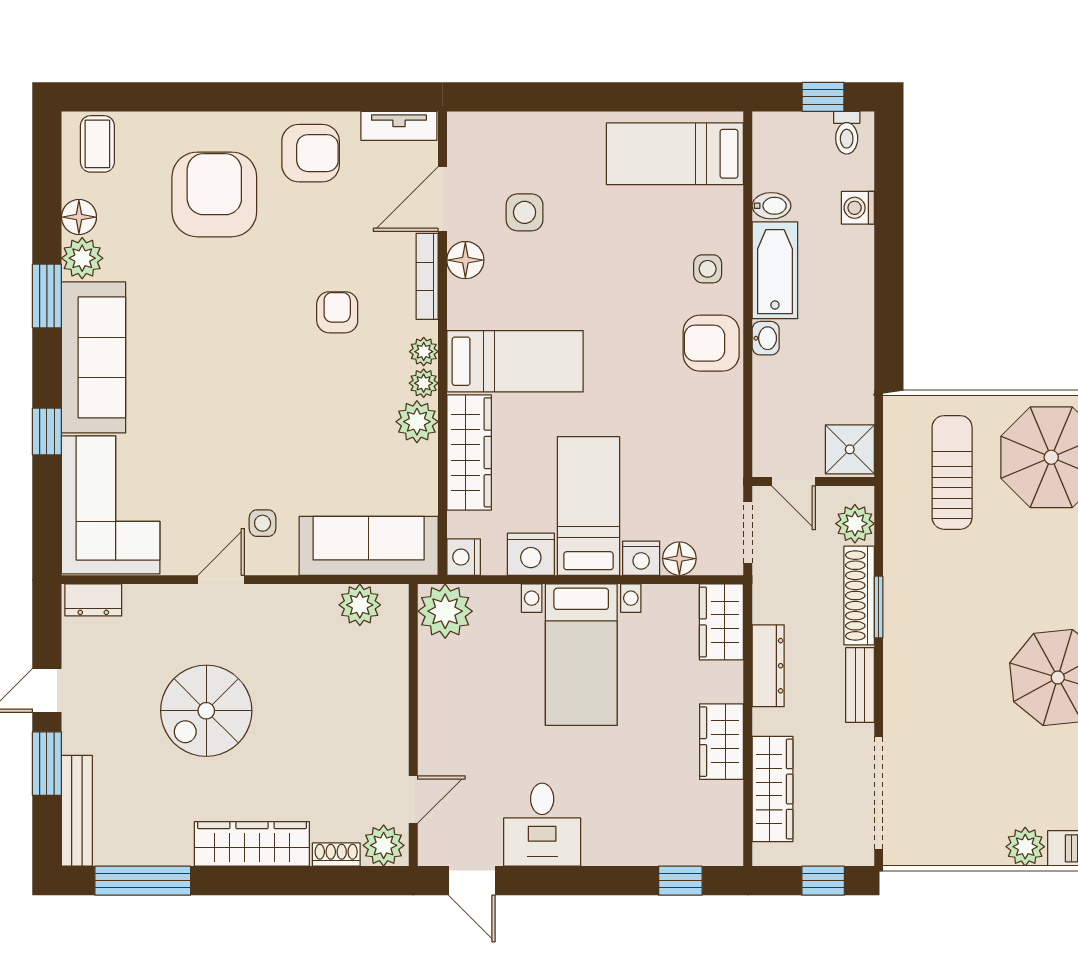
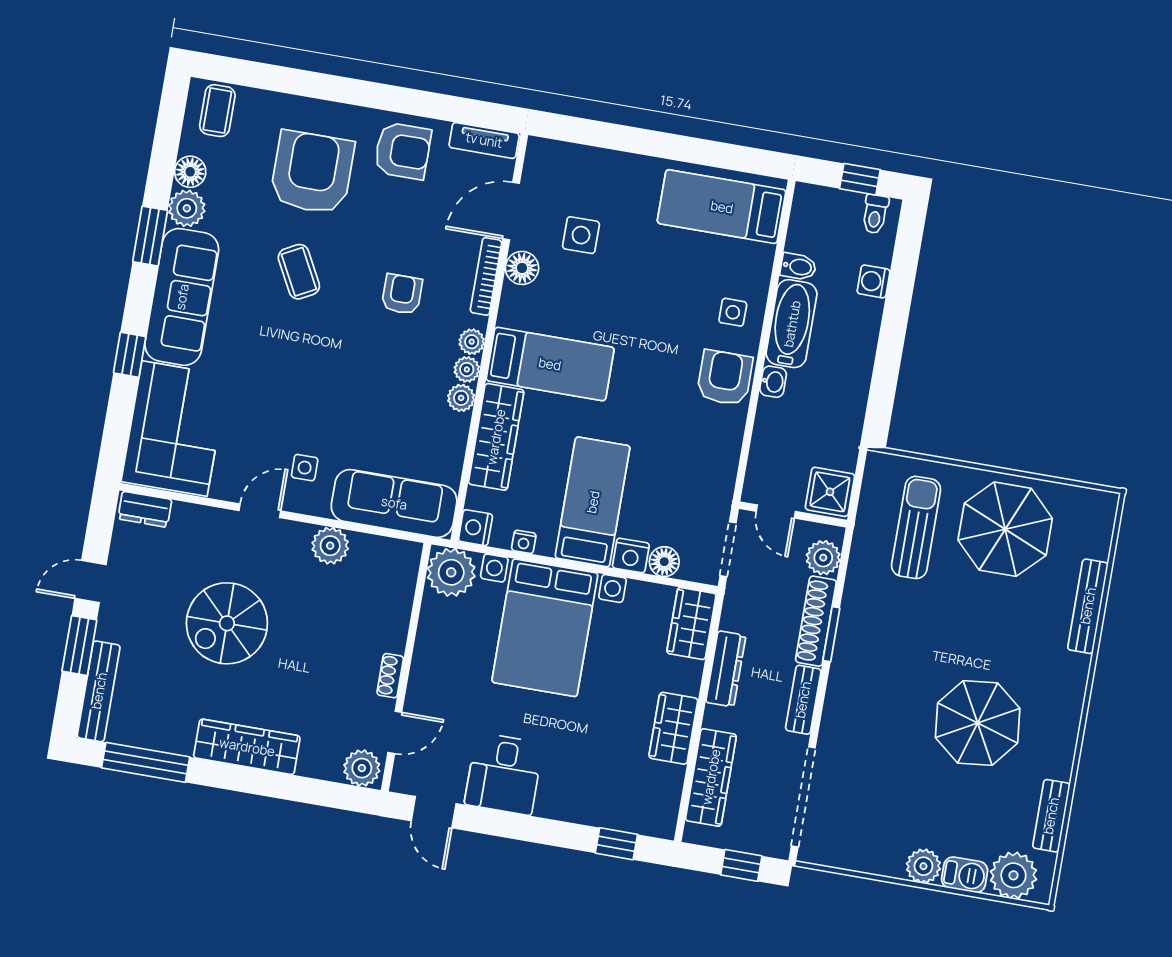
coffee table: (219, 307) -> (299, 272), added
armchair: (711, 343) -> (725, 378), turned 90
plant: (417, 422) -> (461, 398), width x0.73, depth x0.73
nightstand: (531, 554) -> (524, 542), width x0.53, depth x0.56
plant: (360, 605) -> (330, 546), moved
bed with nightstands: (581, 655) -> (545, 628), width x1.36
shoe rack: (336, 855) -> (390, 676), moved, turned -90

